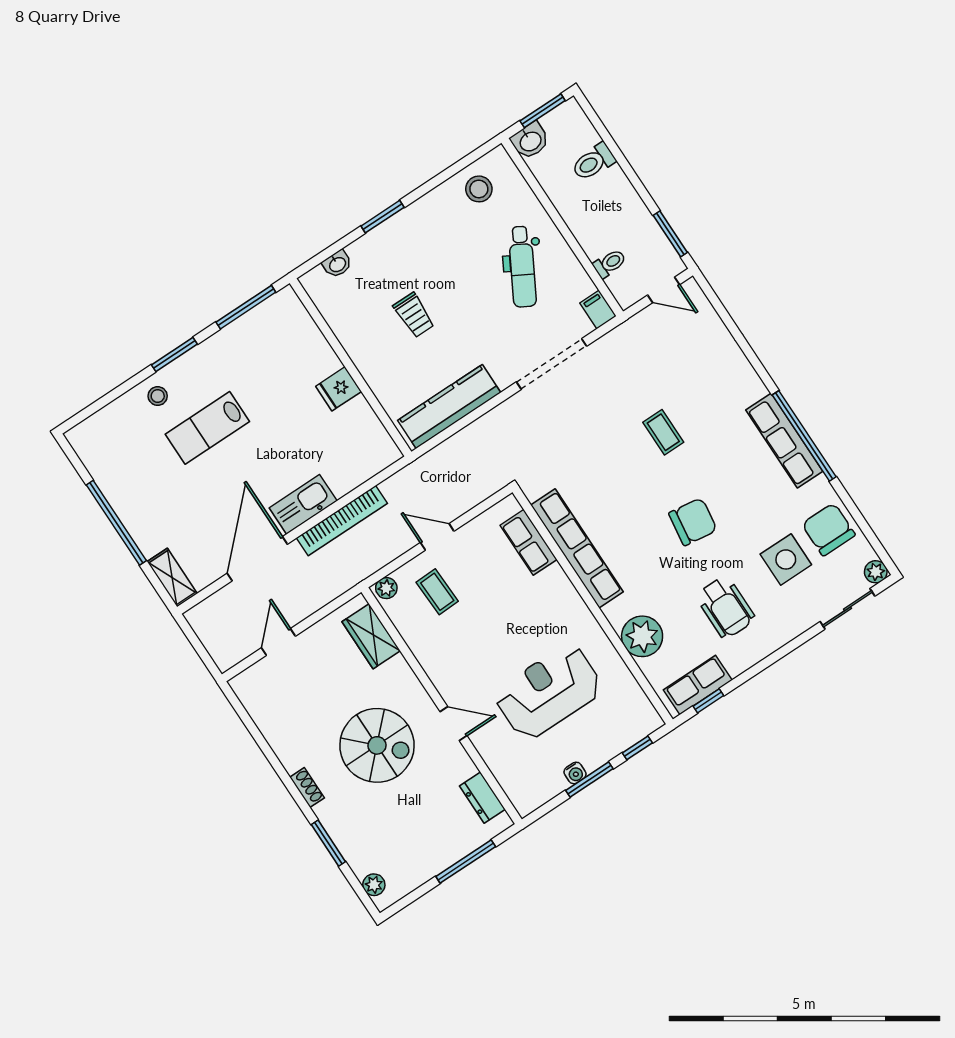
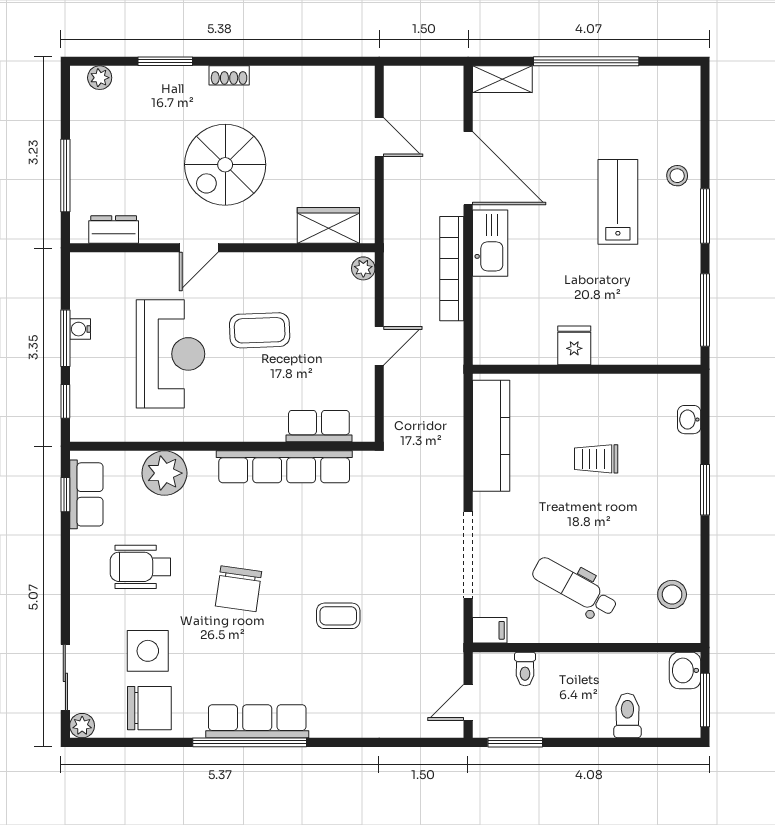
coffee table: (437, 592) -> (260, 330), moved, width x1.36, depth x1.30

